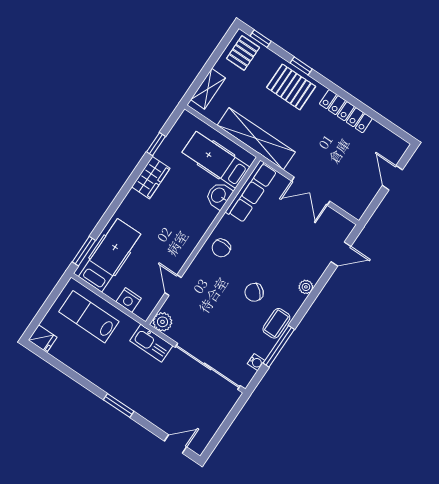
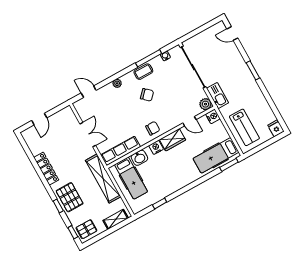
wardrobe: (151, 178) -> (173, 140), moved, turned 180
nightstand: (202, 223) -> (156, 147), added
door: (173, 285) -> (189, 121), hinge flipped
nightstand: (129, 300) -> (213, 116), moved

